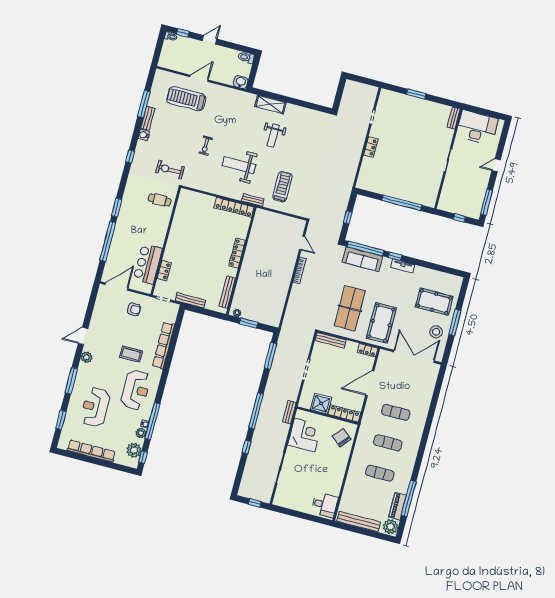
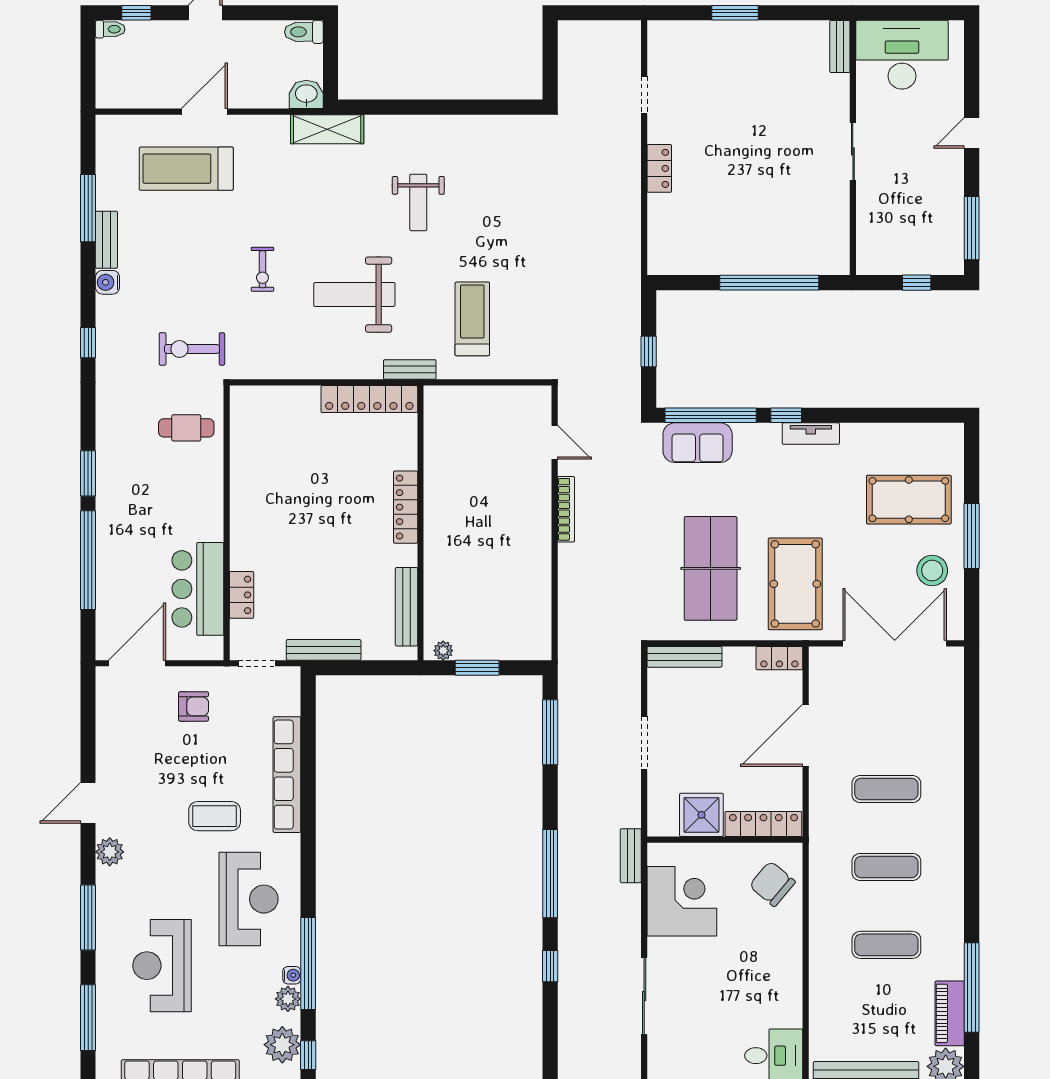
shelving: (270, 104) -> (327, 129), moved
sofa: (362, 259) -> (698, 443), width x0.73
window: (61, 420) -> (88, 1018), width x1.44

